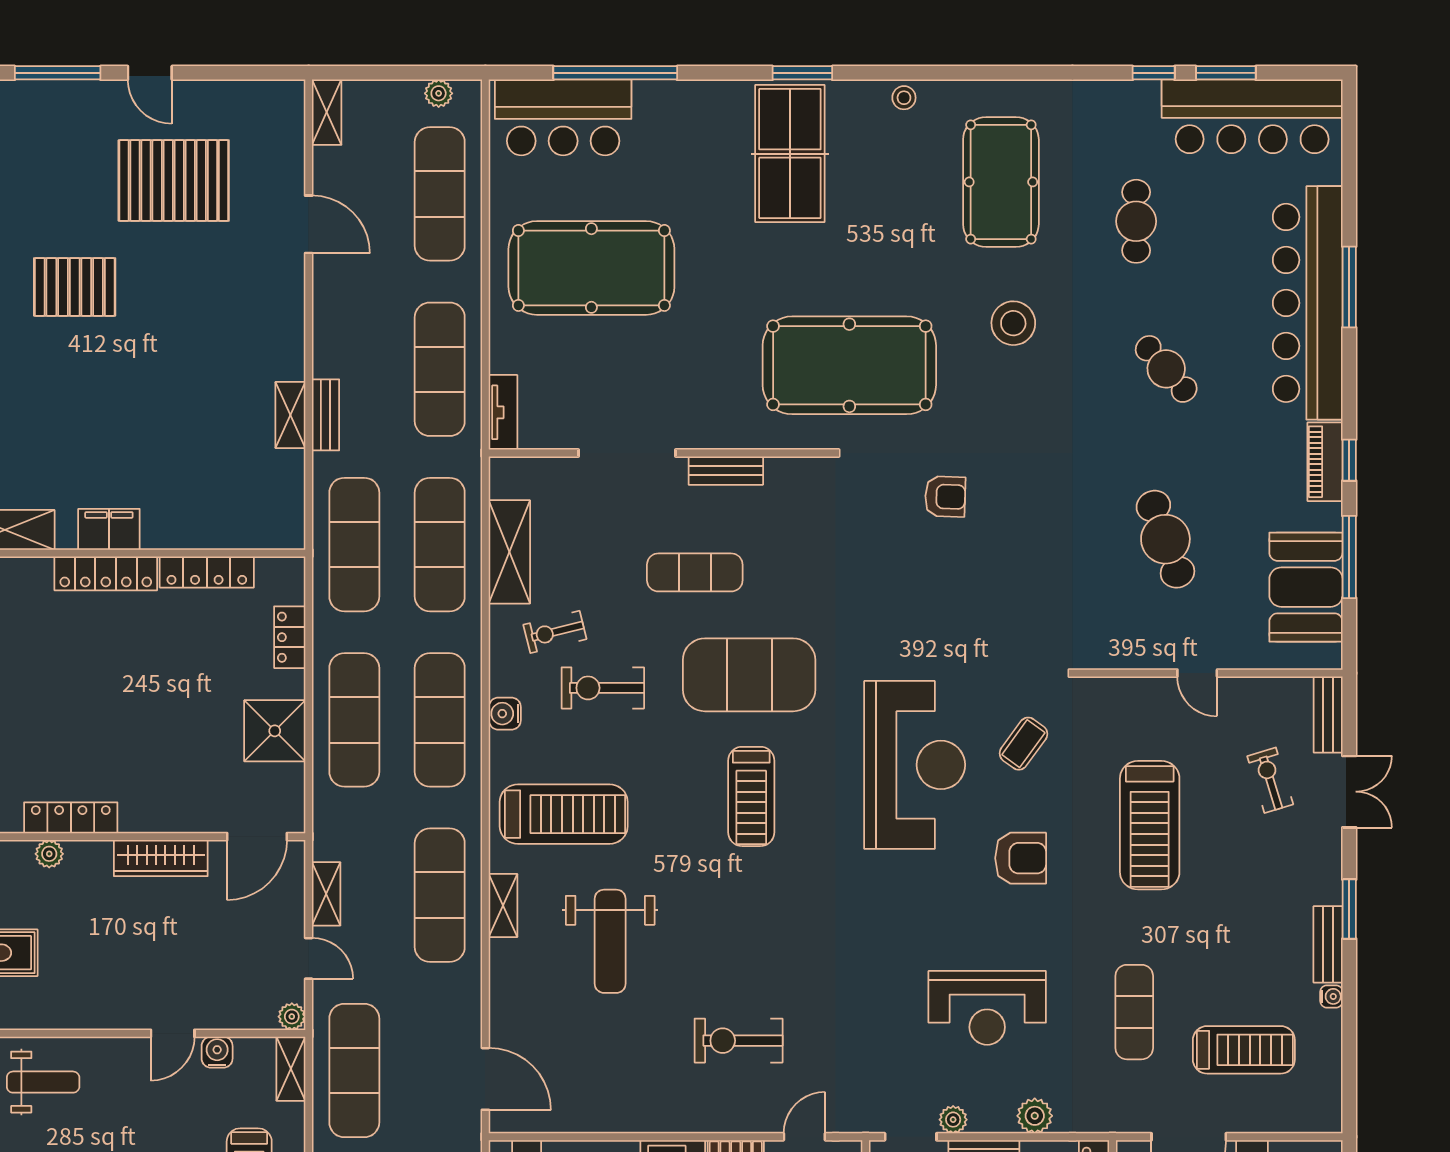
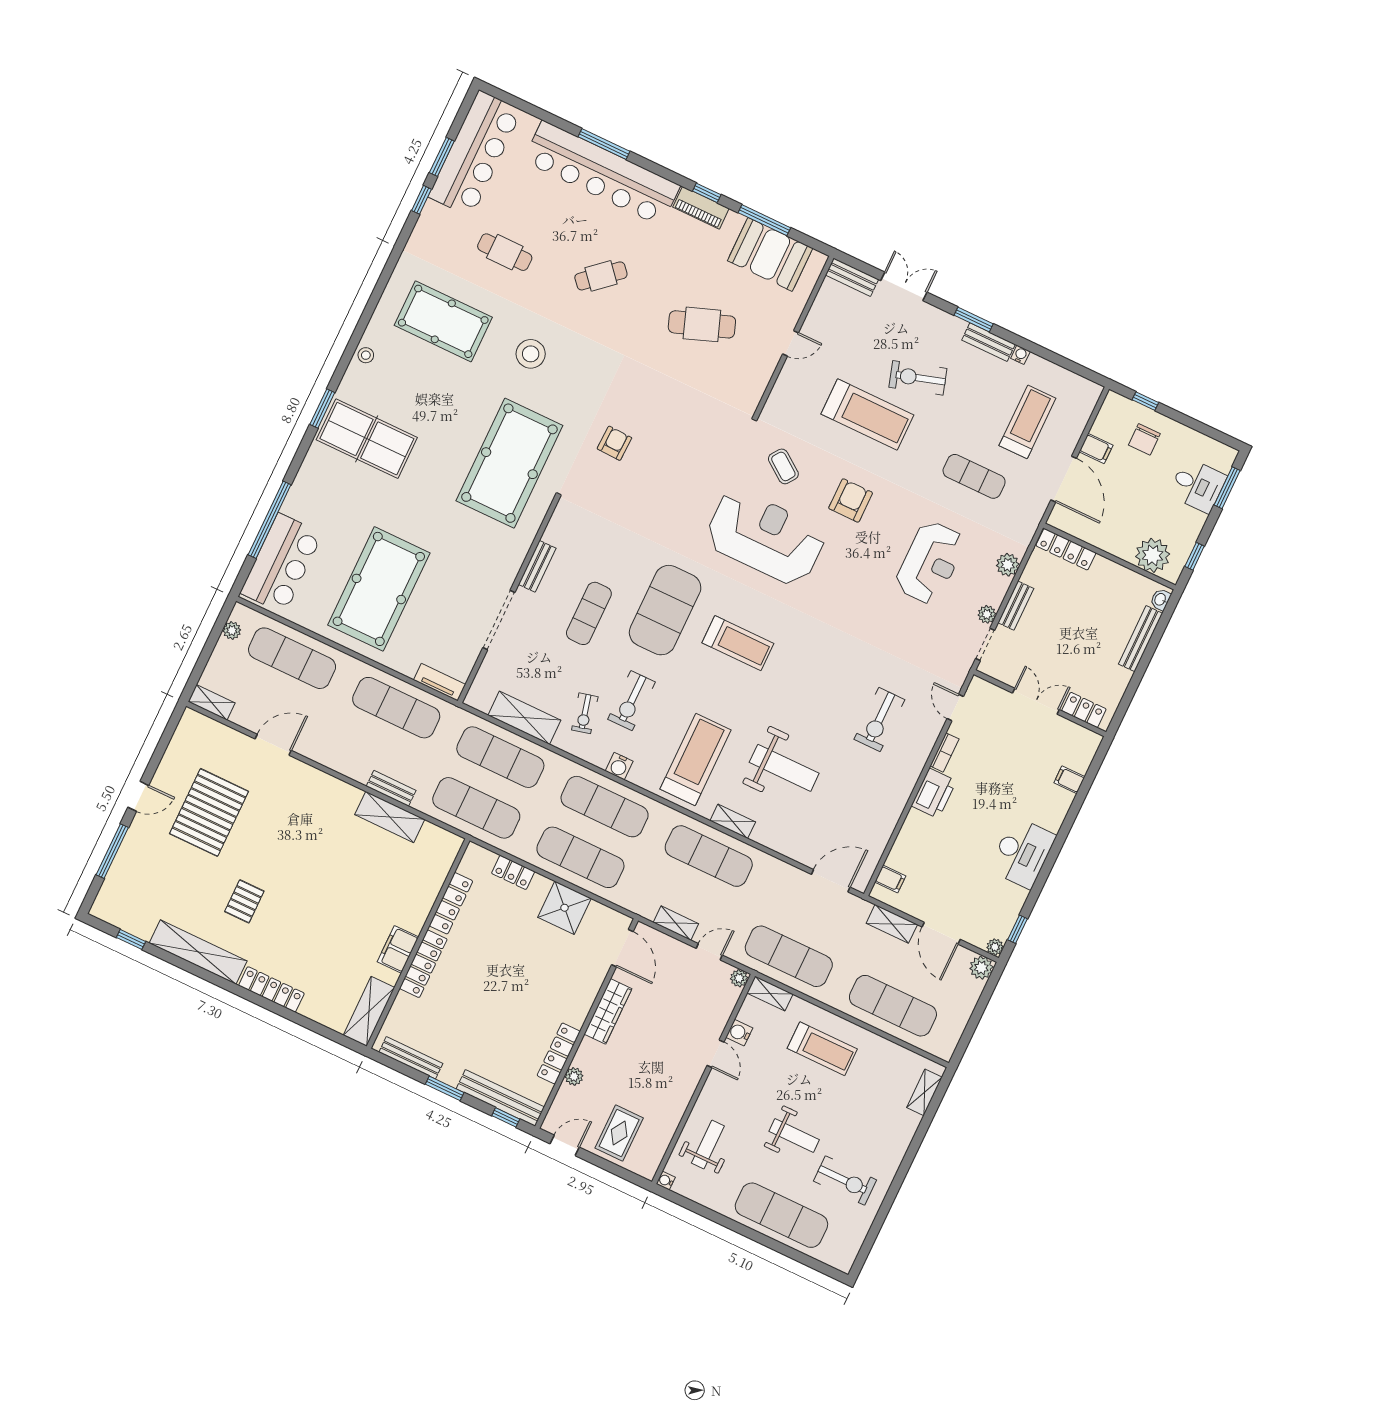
pallet: (75, 287) -> (244, 901), width x0.67, depth x0.71
shelving: (290, 415) -> (390, 817), width x1.50, depth x1.33
exercise bike: (1270, 780) -> (918, 378), moved, width x1.38, depth x1.39

